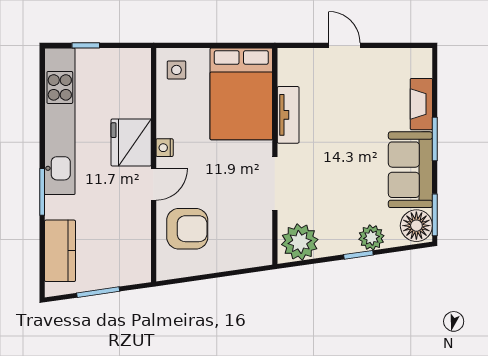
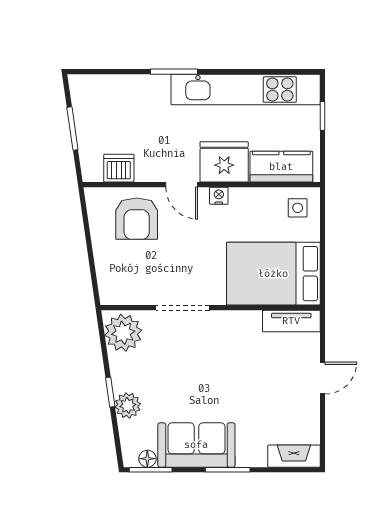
fireplace: (421, 104) -> (294, 456), moved
tv unit: (288, 115) -> (291, 321), moved
floor lamp: (416, 226) -> (147, 459), width x0.53, depth x0.53
dishwasher: (137, 246) -> (119, 168), added
kitchen counter: (60, 251) -> (281, 167), moved, turned 180

